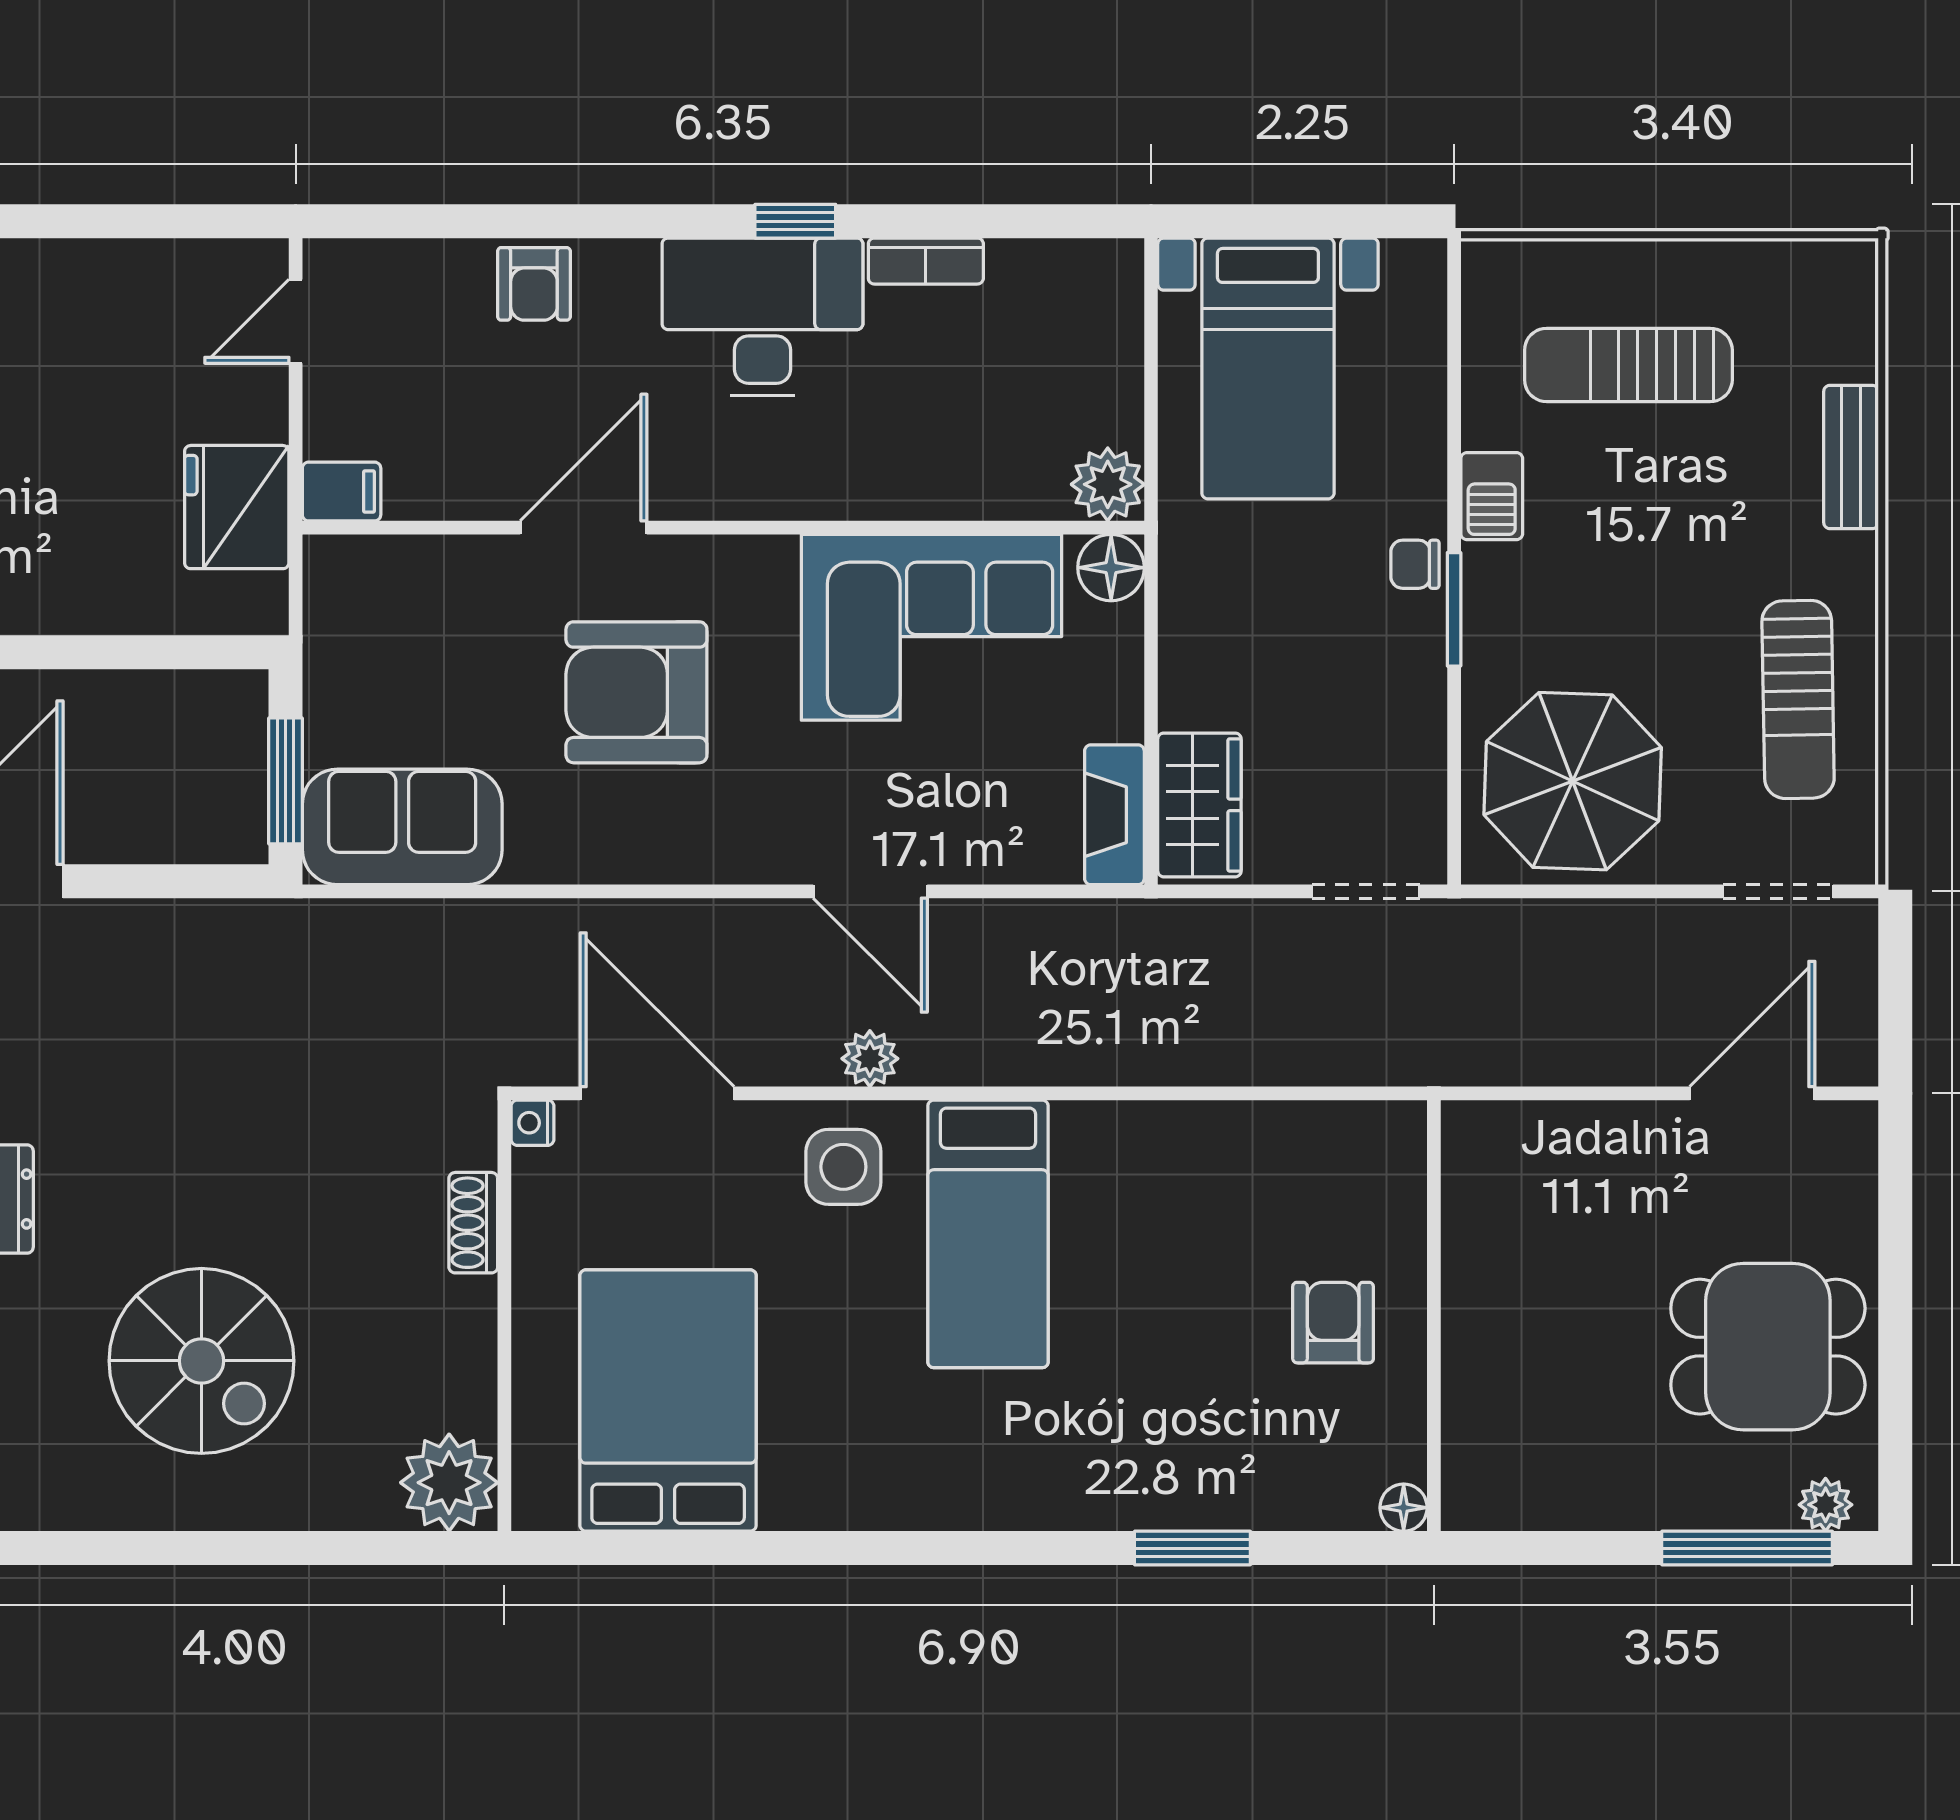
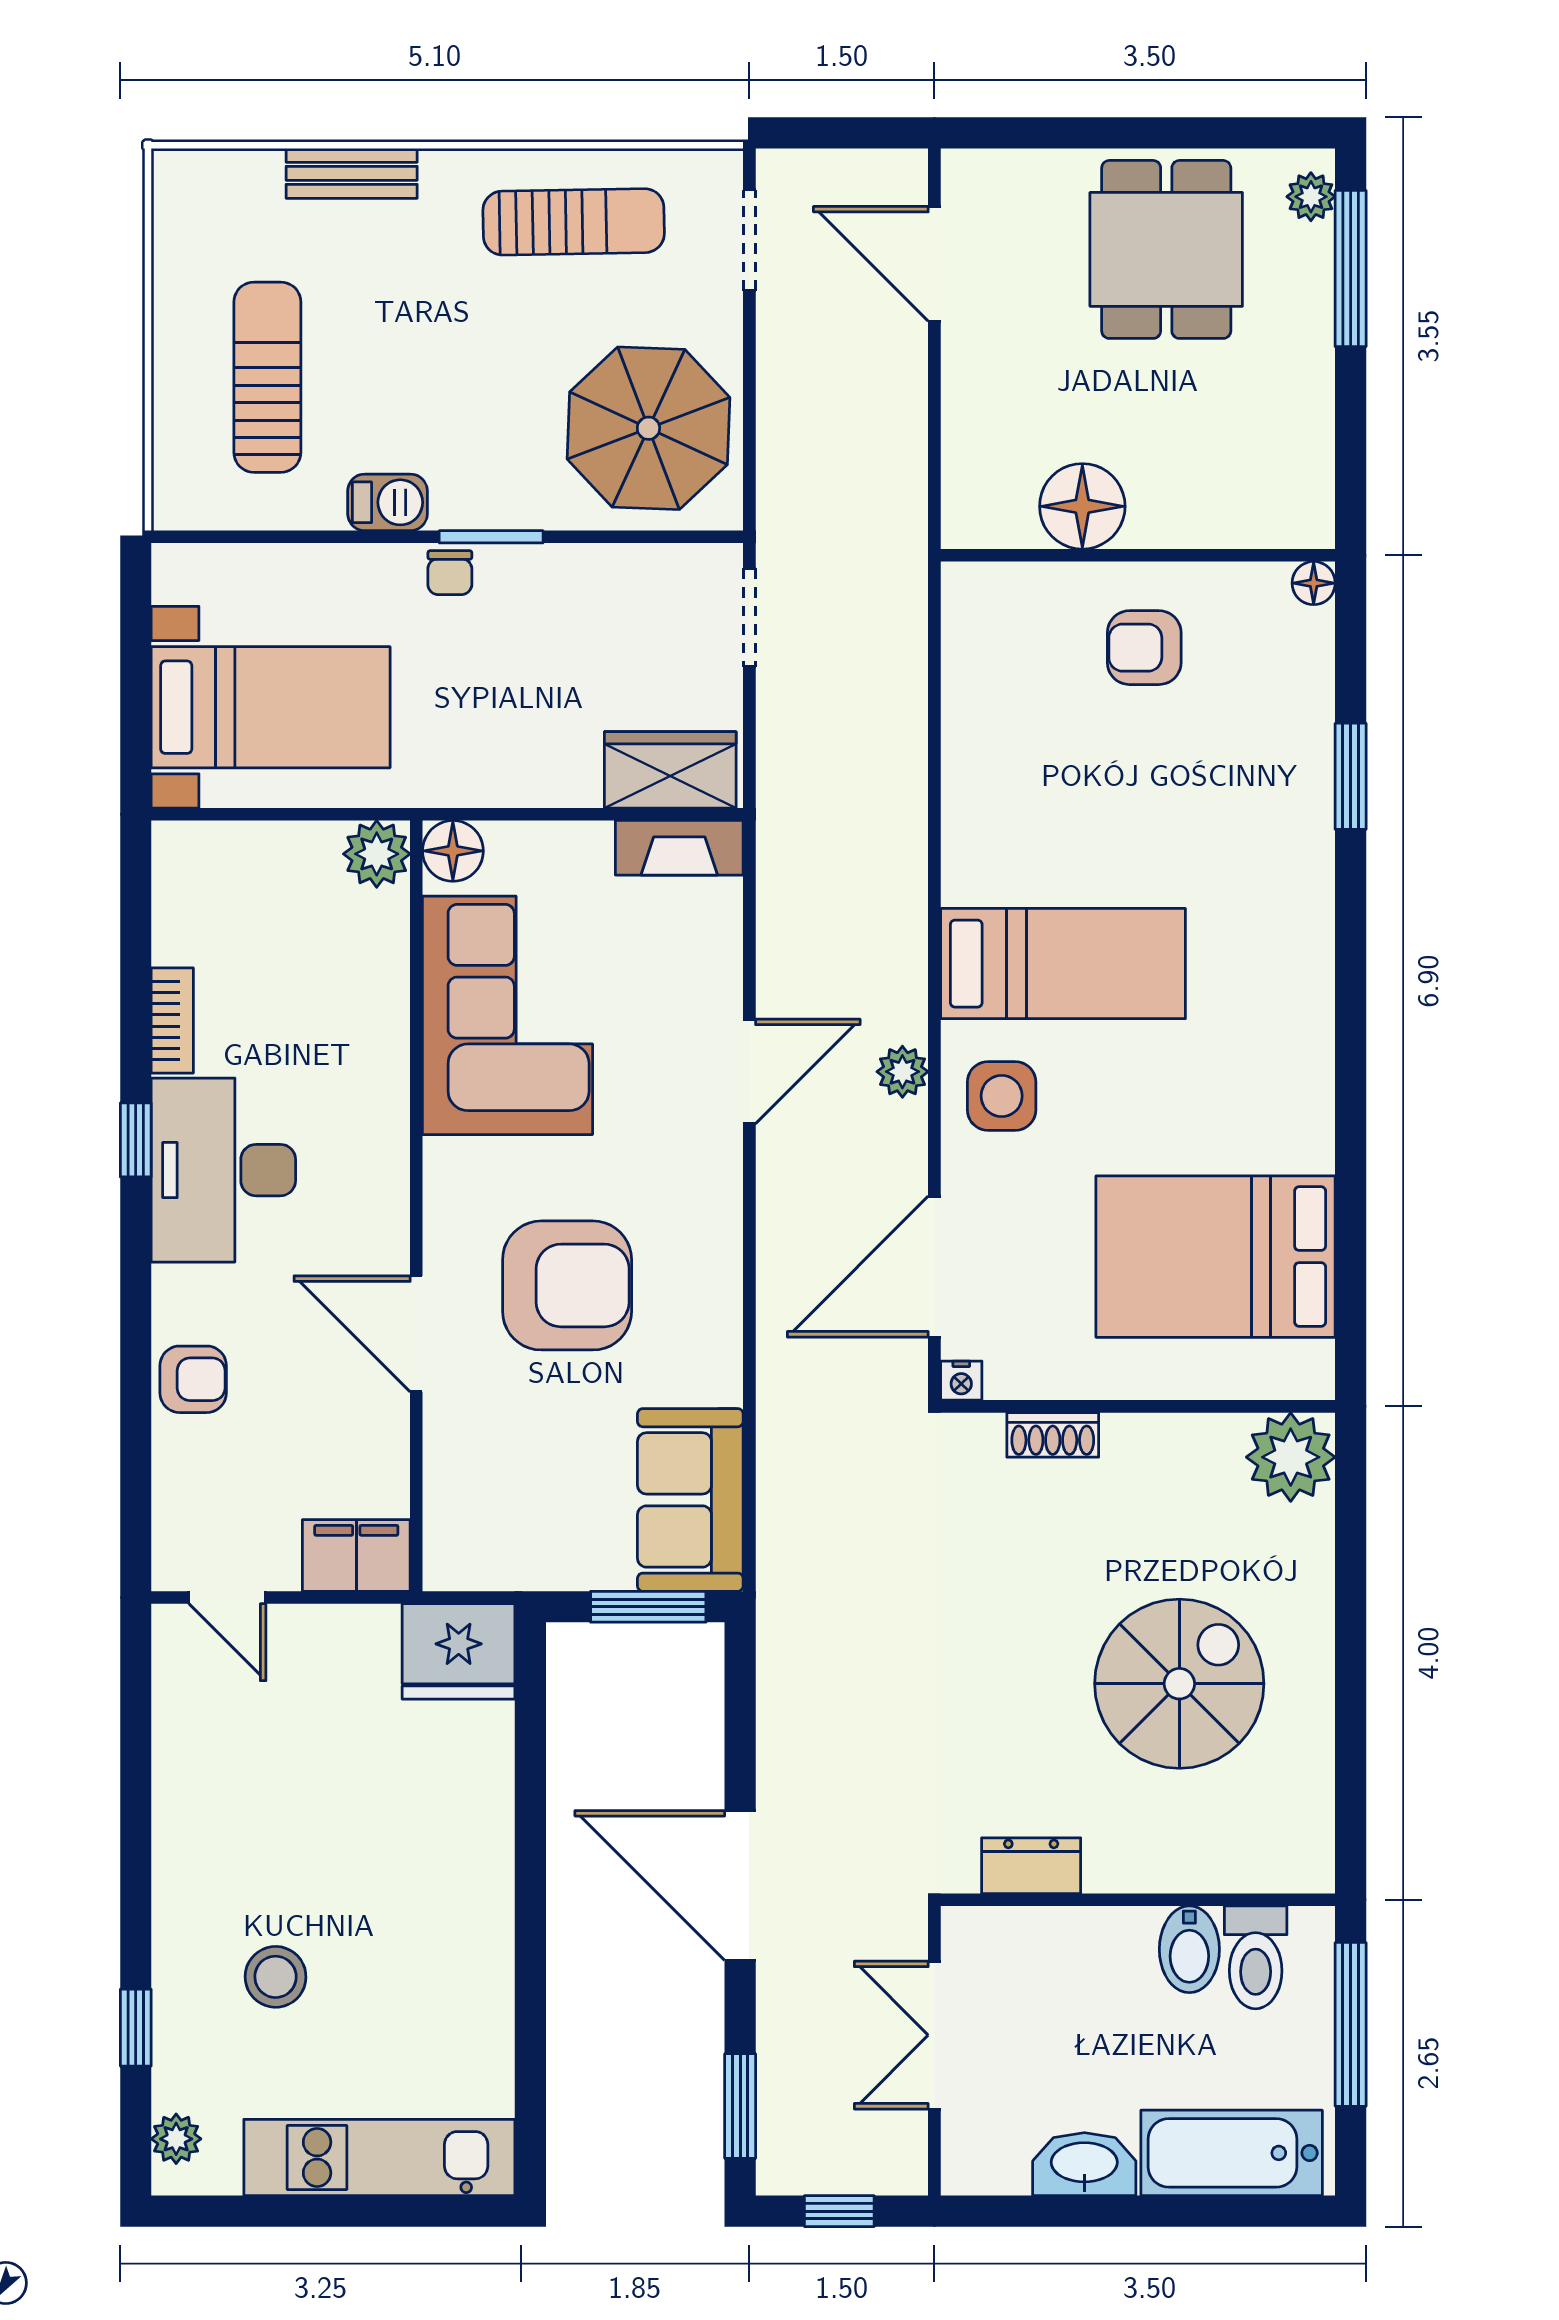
sun lounger: (1628, 365) -> (267, 377), turned 180
filing cabinet: (342, 492) -> (356, 1555), width x2.00
fridge: (237, 507) -> (459, 1651), moved
armchair: (636, 692) -> (567, 1285), turned -90
floor lamp: (1487, 1255) -> (1082, 506), added

